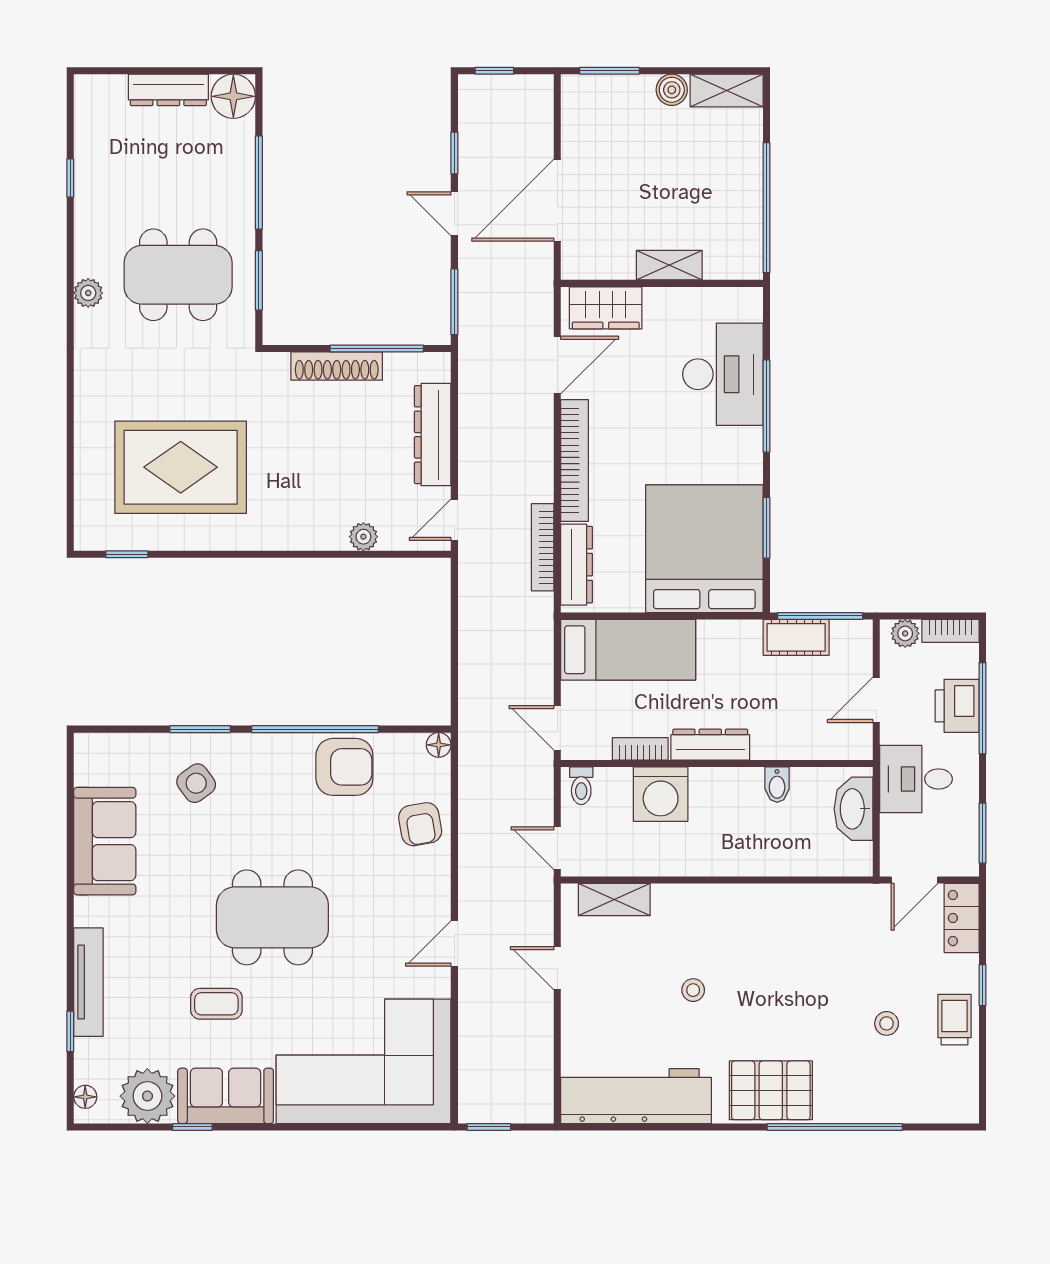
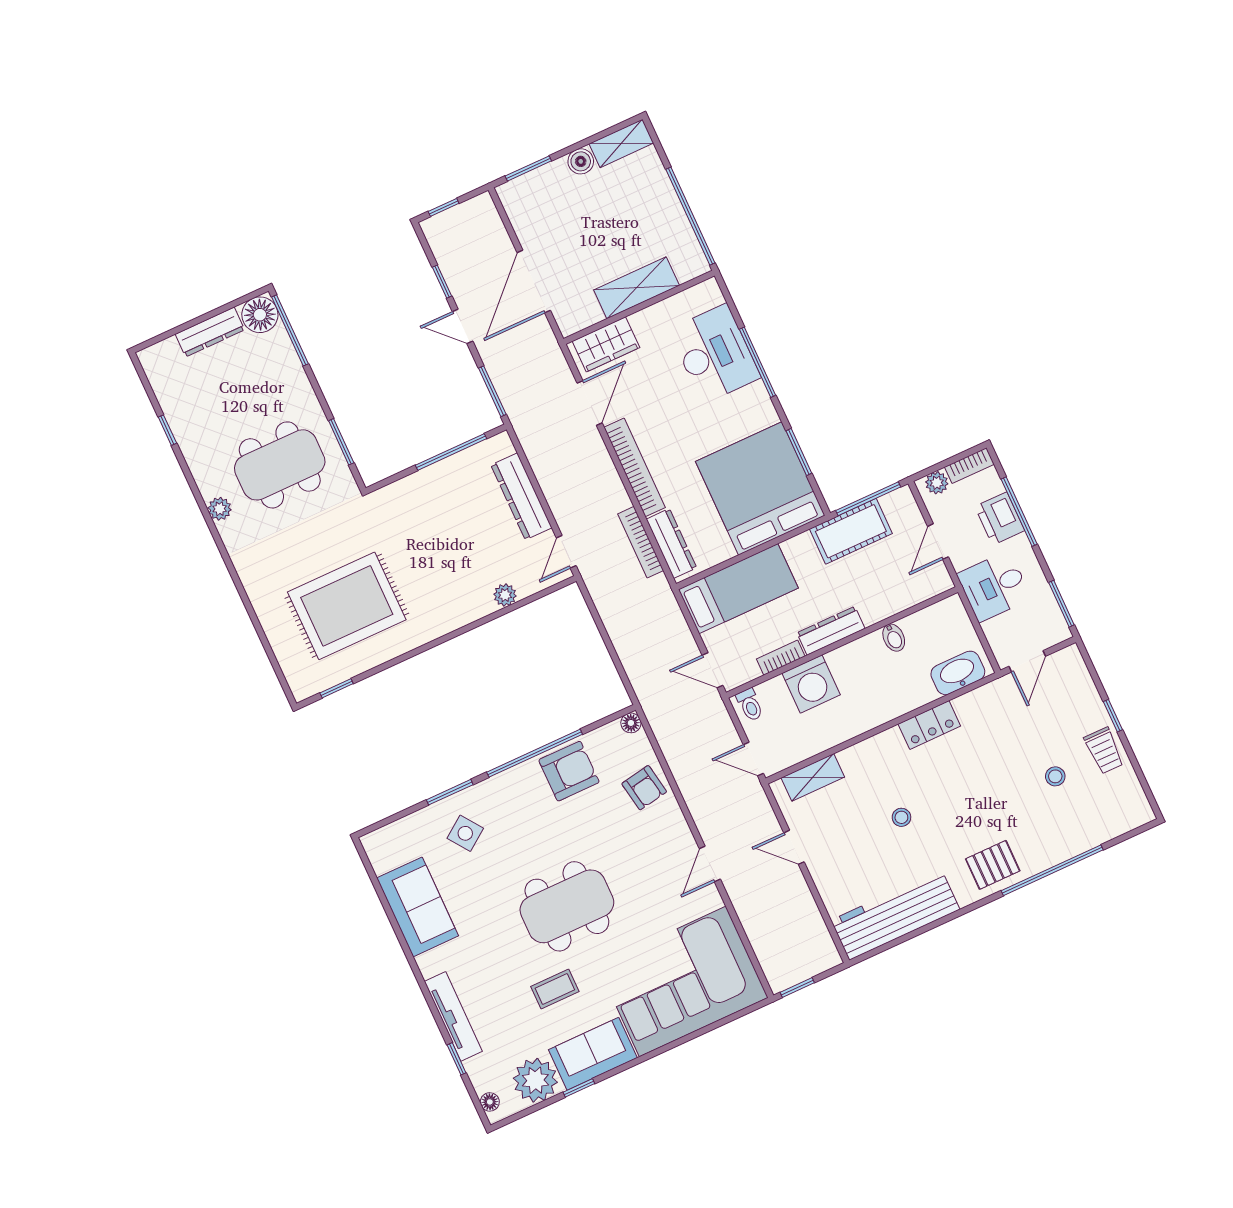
window: (259, 183) -> (290, 330), moved
shelving: (669, 265) -> (637, 288), width x1.50, depth x1.33
shoe rack: (337, 366) -> (427, 478), removed
cot: (796, 637) -> (851, 531), width x1.37, depth x1.34
washbasin: (853, 809) -> (958, 673), moved, turned 90
locker: (962, 918) -> (929, 725), moved, turned -90
trolley: (955, 1020) -> (1104, 751), turned 180
pallet: (771, 1090) -> (993, 865), width x0.67, depth x0.71

